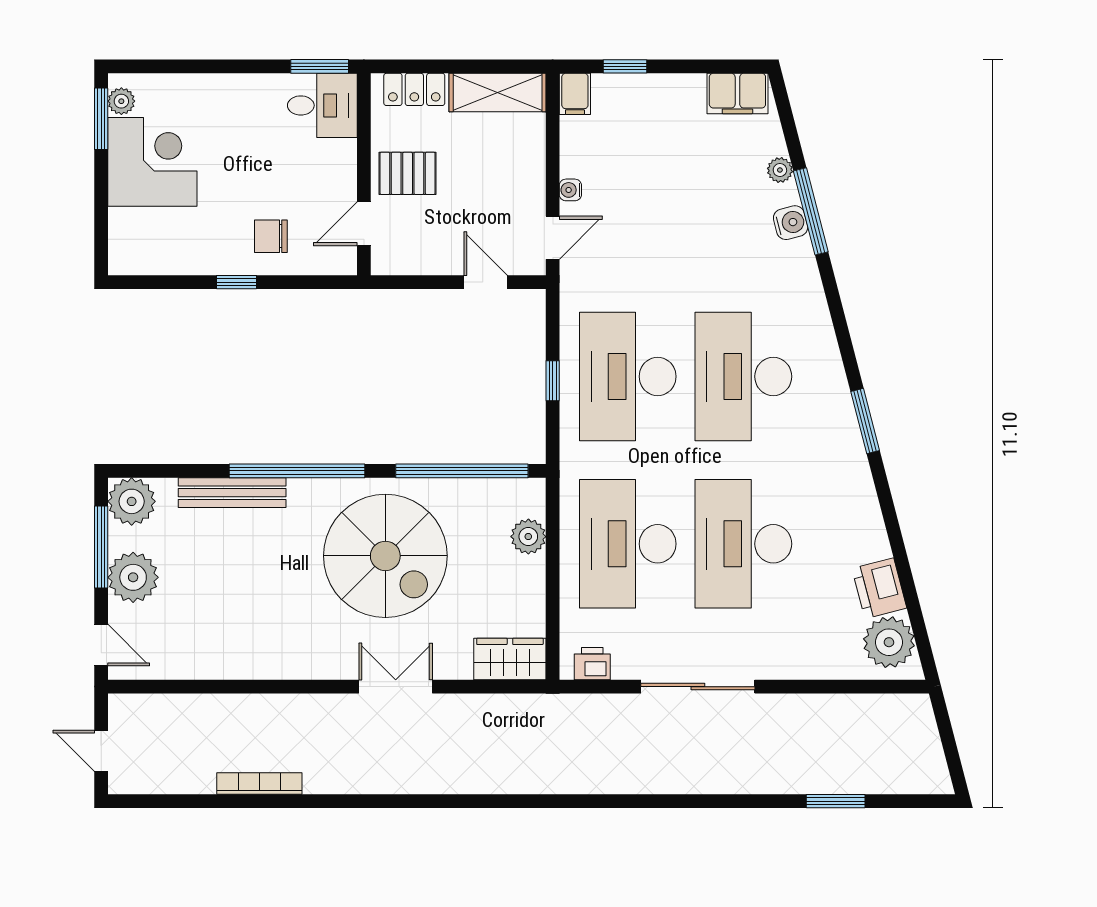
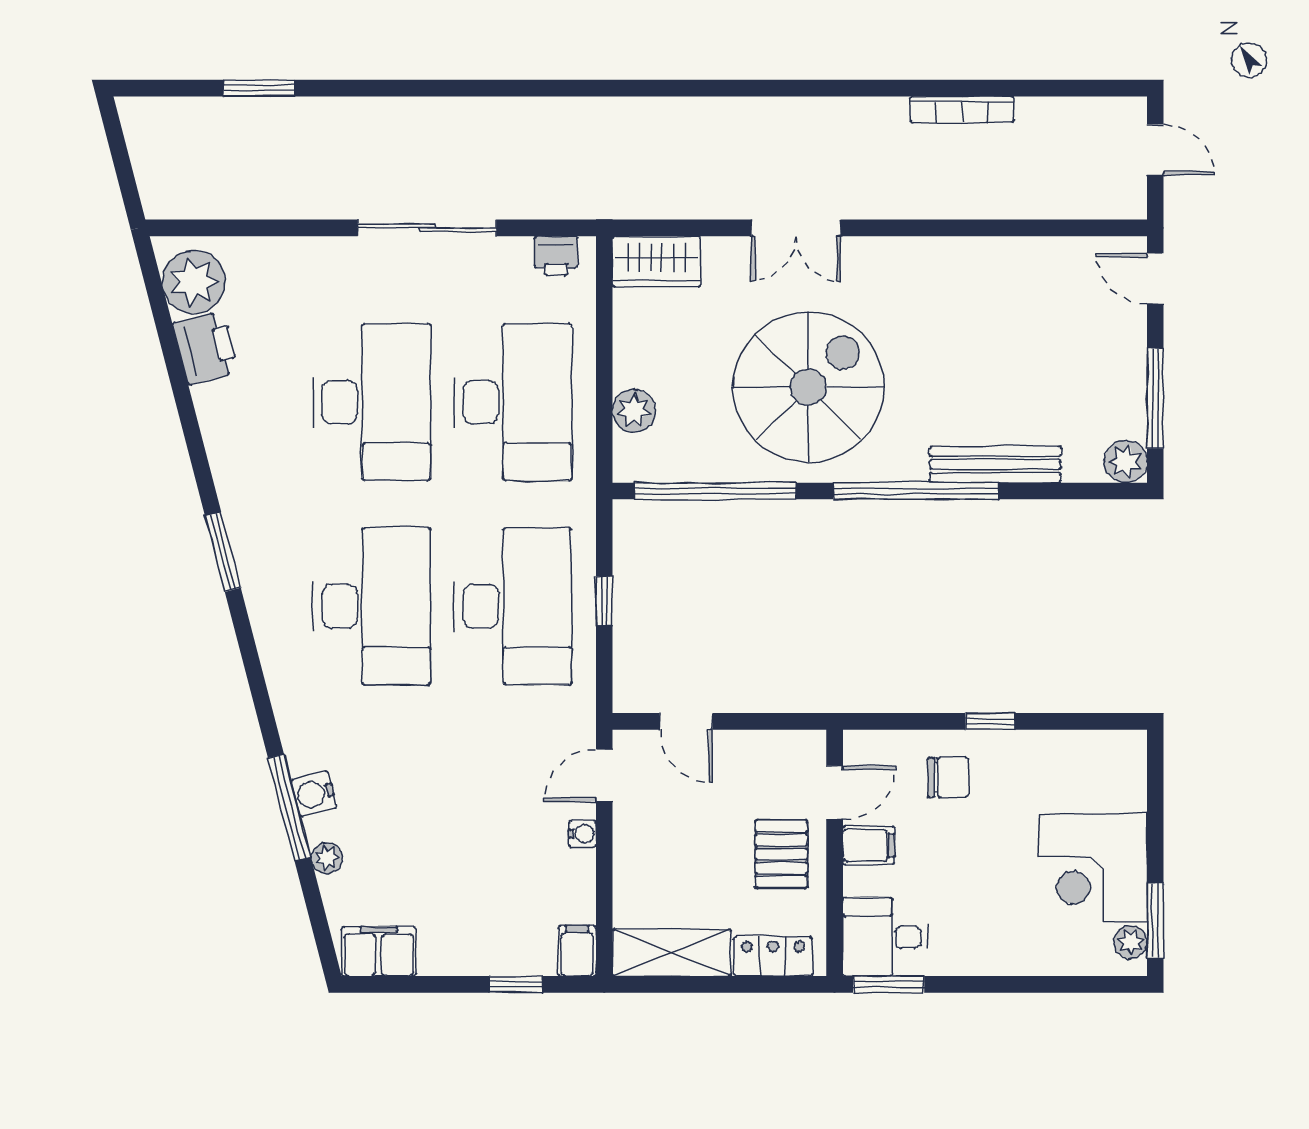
pallet: (408, 173) -> (781, 854), turned 90
filing cabinet: (336, 180) -> (869, 845), added
plant: (132, 501) -> (1126, 461), width x0.73, depth x0.73
spiral stairs: (385, 556) -> (808, 387), turned 90
plant: (133, 577) -> (1116, 361), removed

